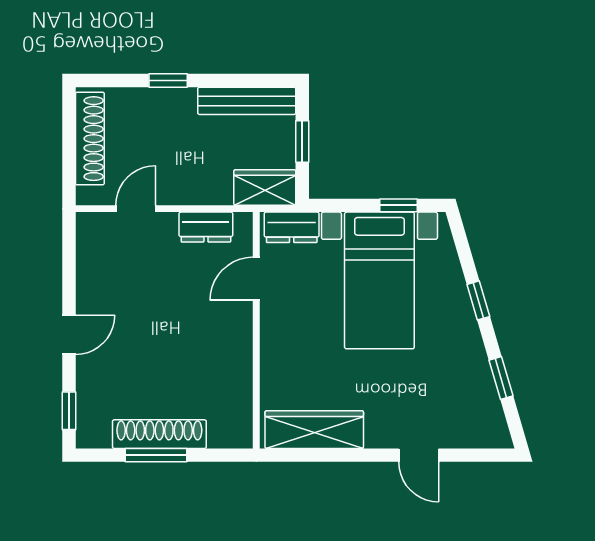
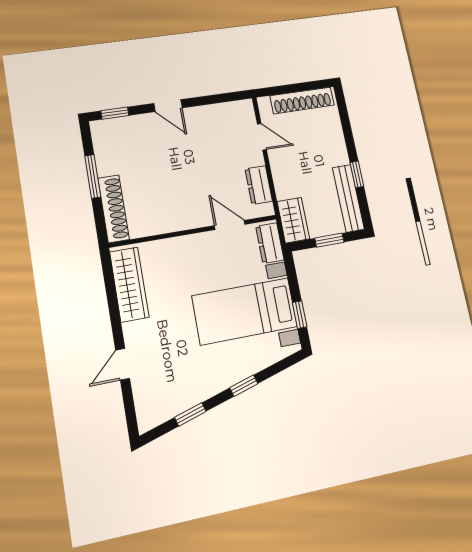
window: (168, 81) -> (357, 174), moved
shoe rack: (159, 434) -> (114, 209), moved

